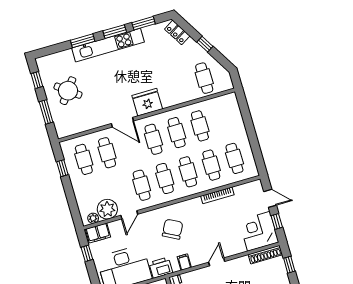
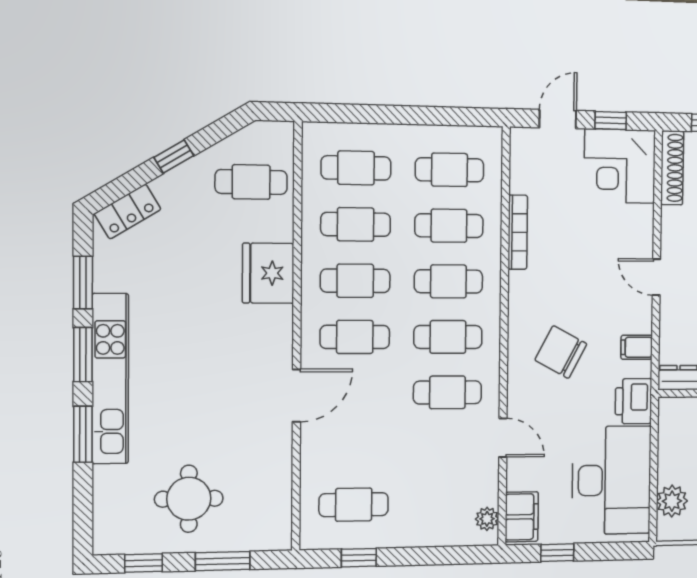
round table: (68, 91) -> (189, 499), turned -37
fridge: (147, 102) -> (268, 273), moved
cafe table: (107, 153) -> (356, 168), moved
plant: (107, 209) -> (477, 482), removed

